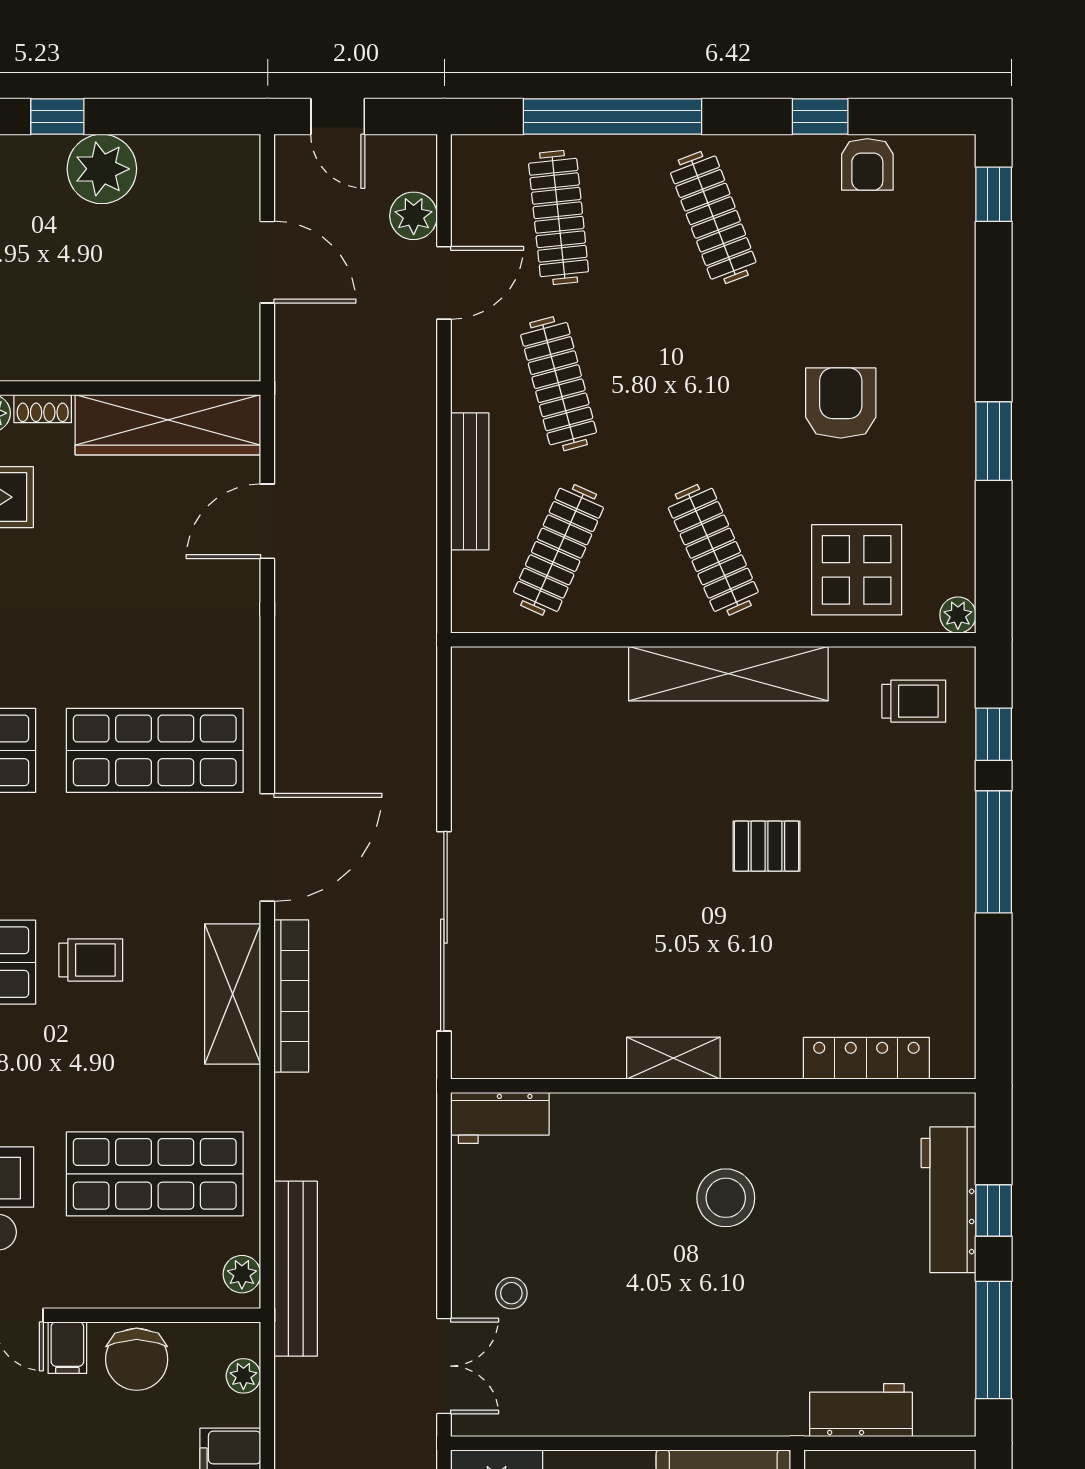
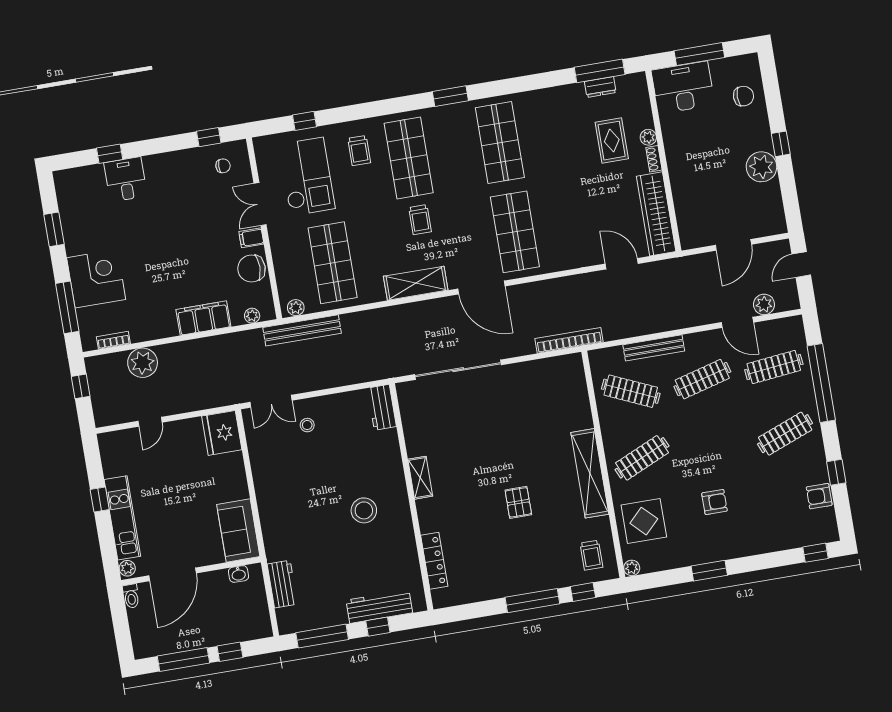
armchair: (841, 403) -> (714, 502), width x0.72, depth x0.72
bookcase: (291, 996) -> (569, 340), moved, turned 180

